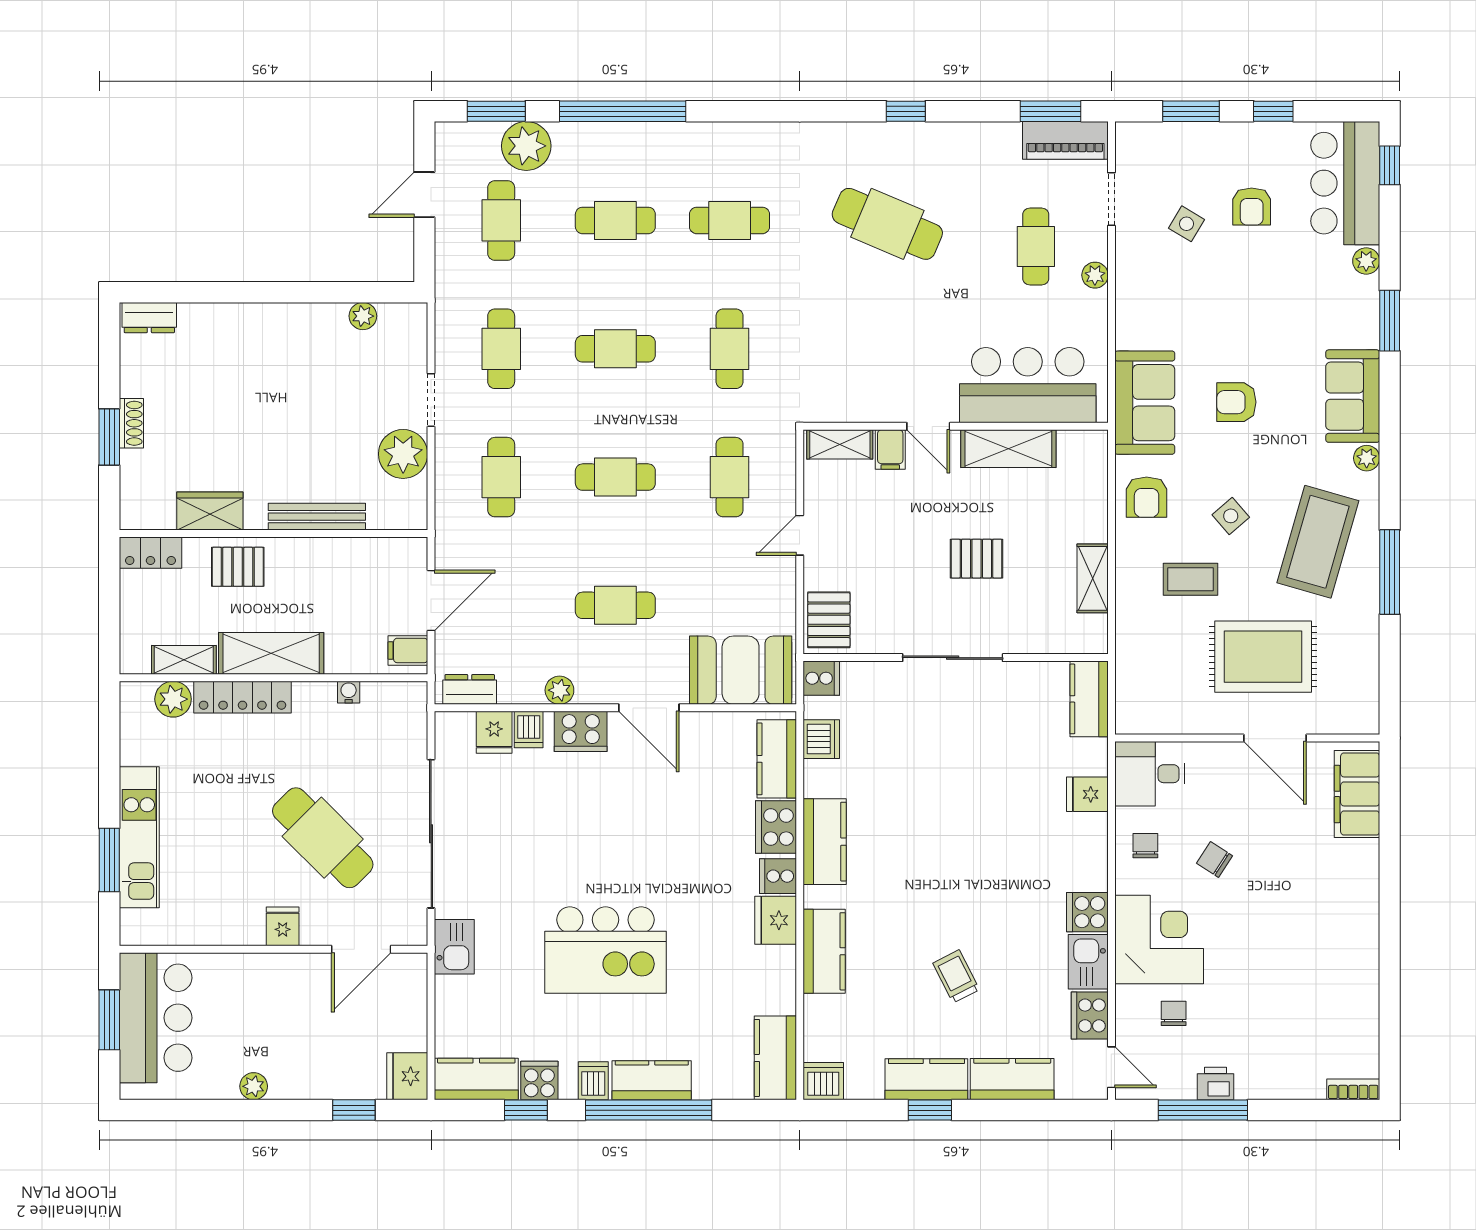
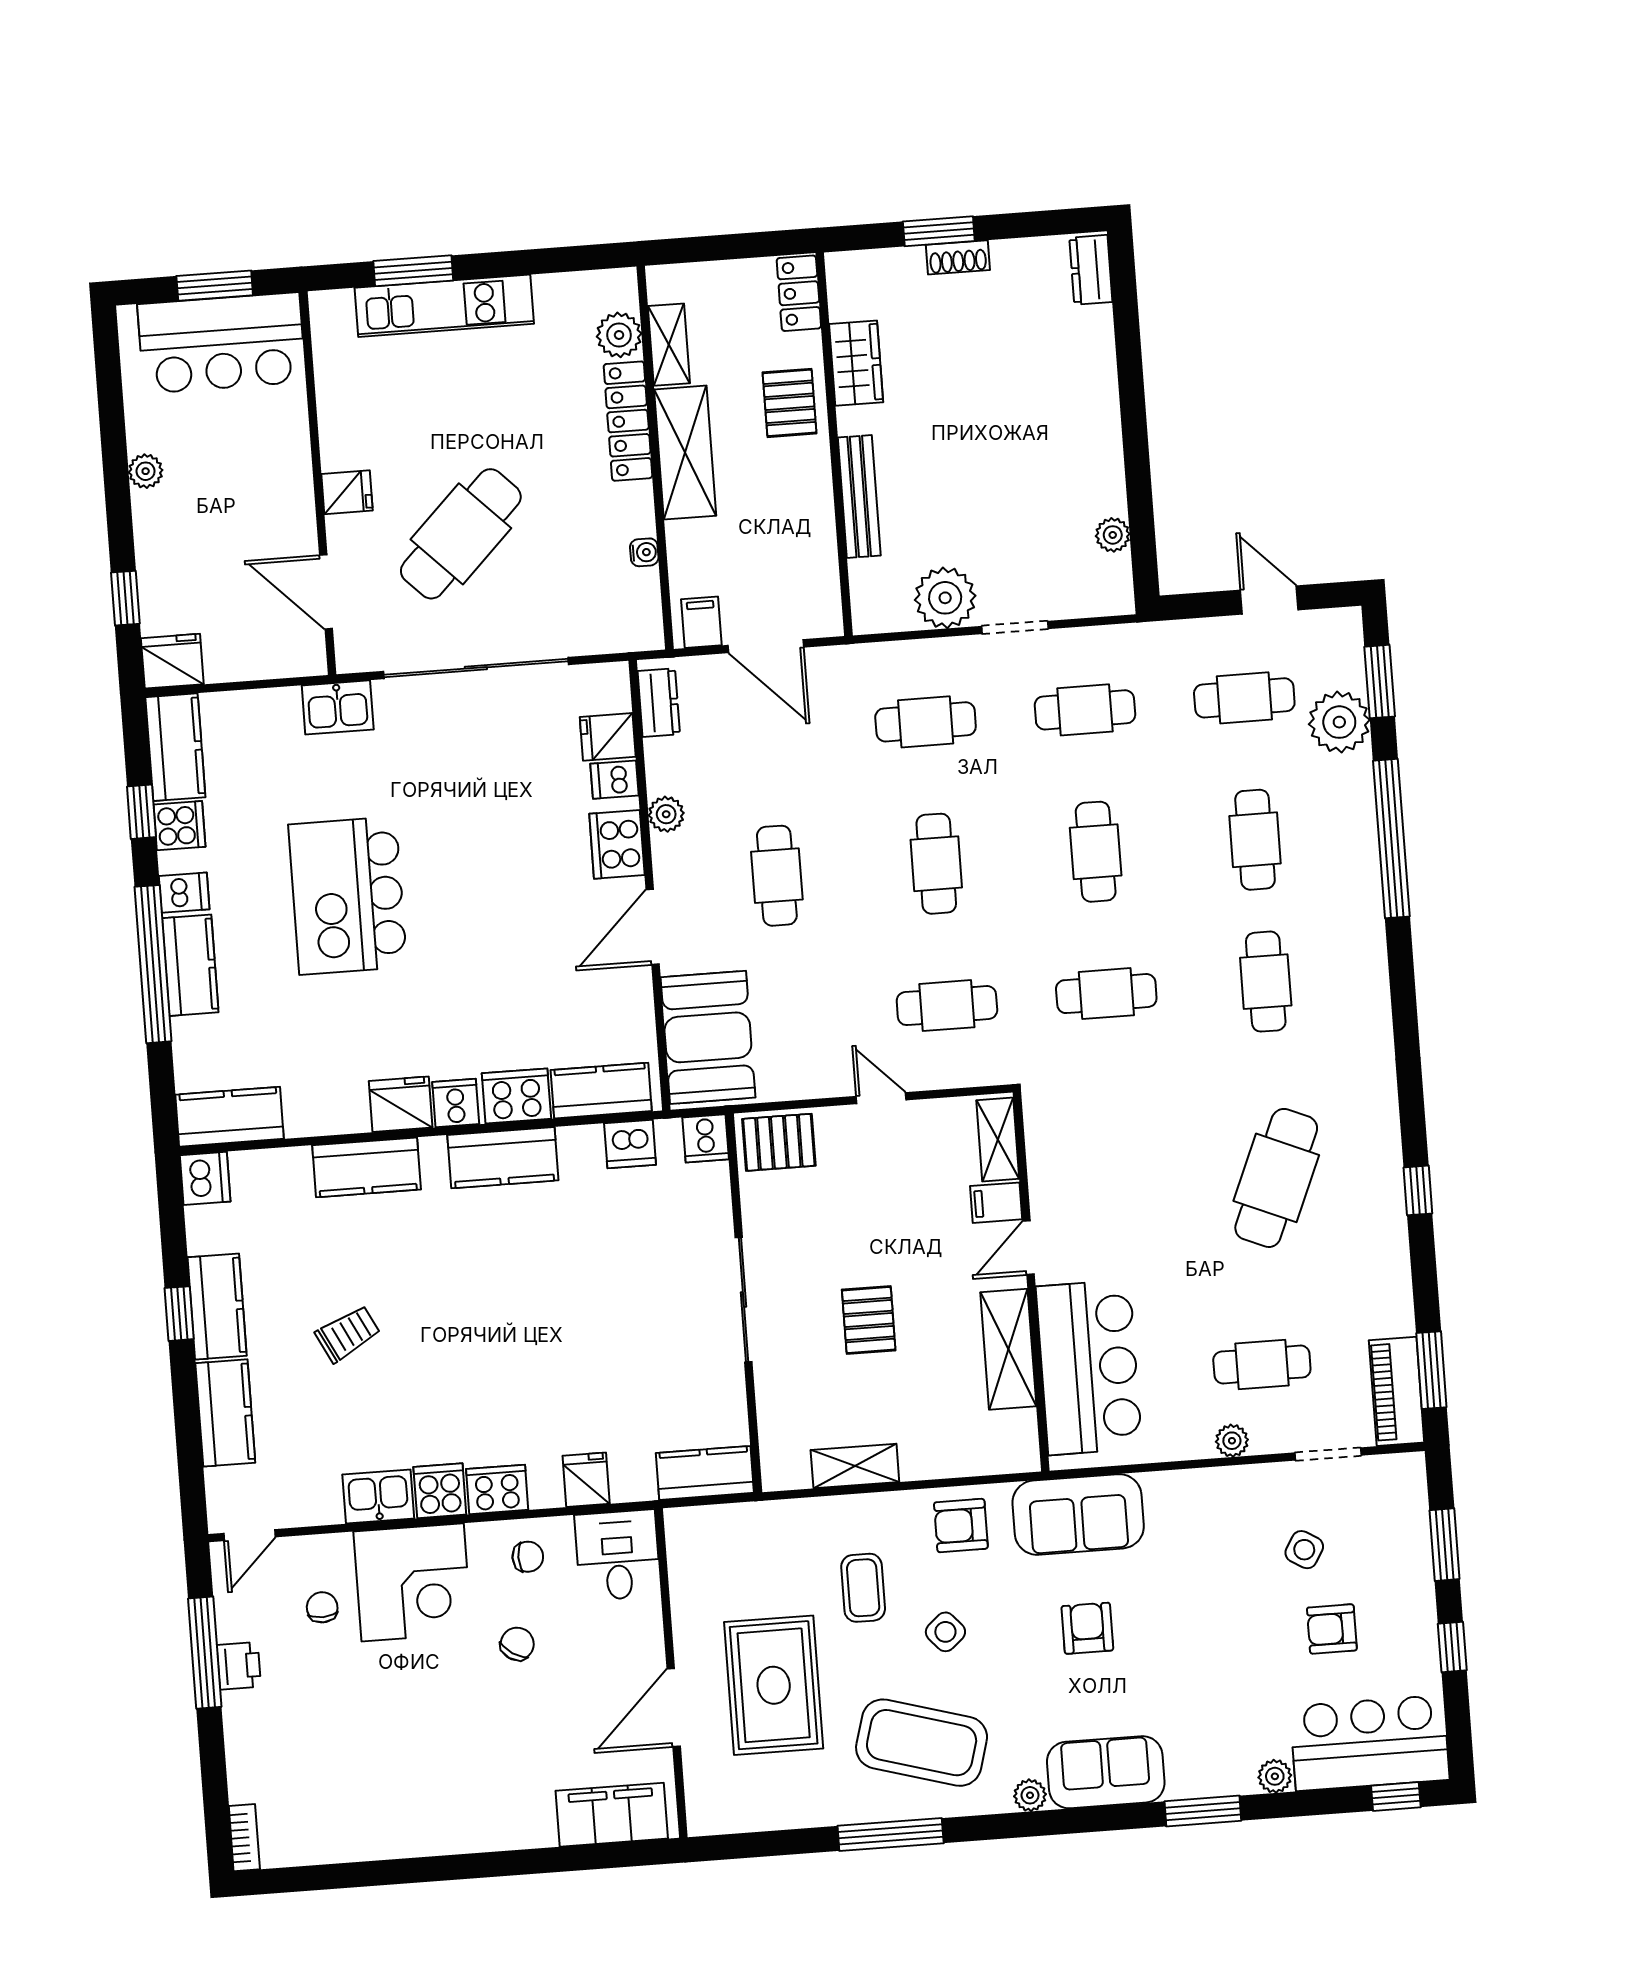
chair: (1174, 1013) -> (322, 1607), turned -92
cooker: (1090, 1015) -> (497, 1489), moved

